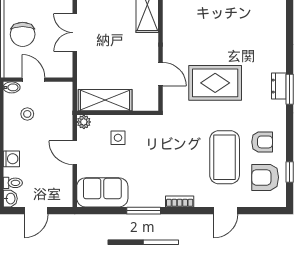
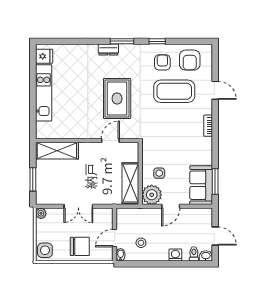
dresser: (279, 86) -> (108, 50), moved
plant: (84, 122) -> (152, 195), width x1.88, depth x1.88
window: (290, 172) -> (157, 41), moved
window: (144, 211) -> (215, 181), moved

